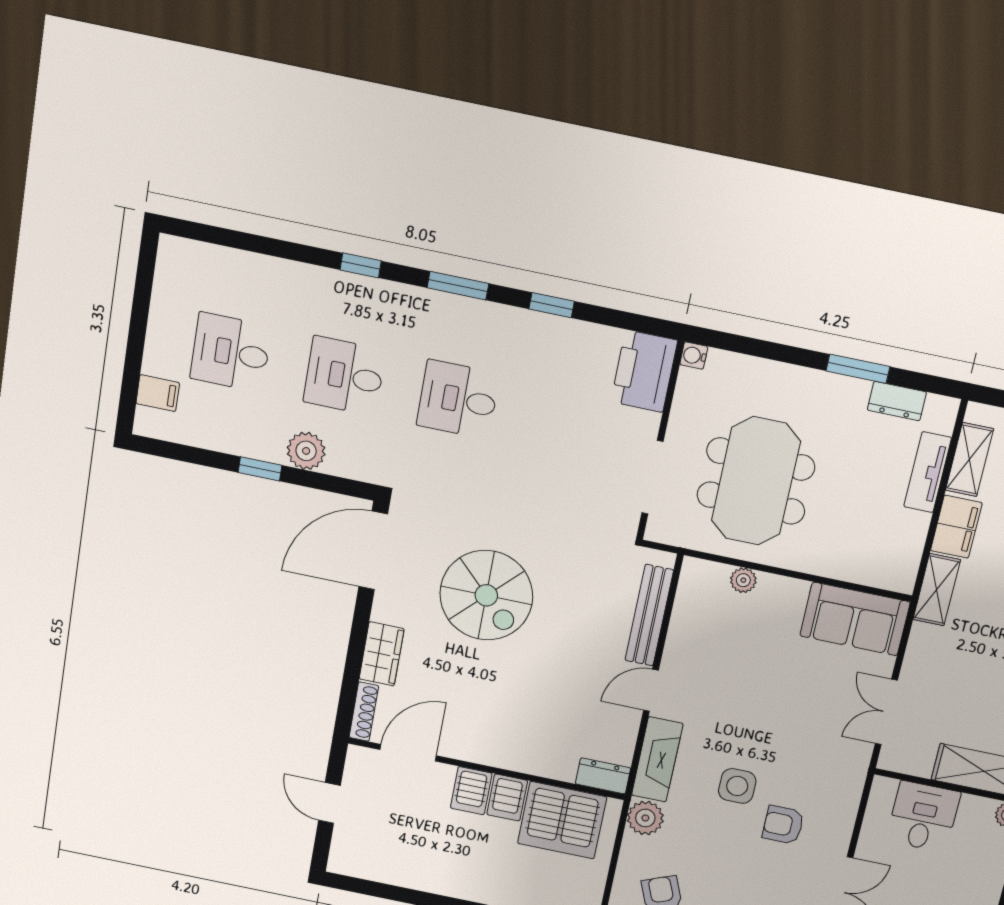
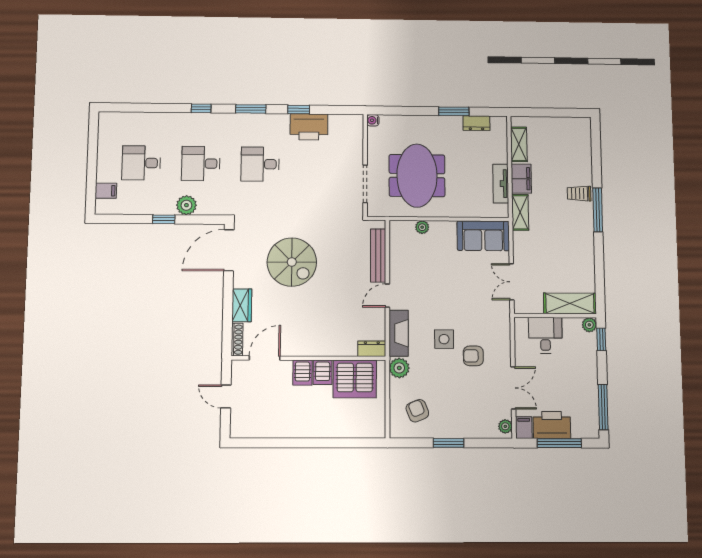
printer: (644, 371) -> (309, 127), moved, turned -90
tv unit: (928, 472) -> (501, 184), moved

